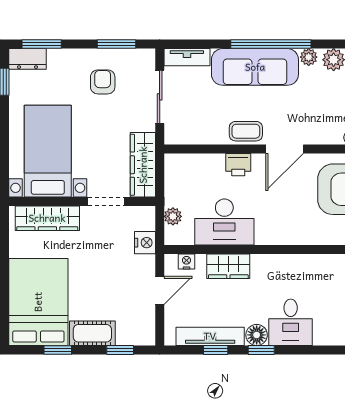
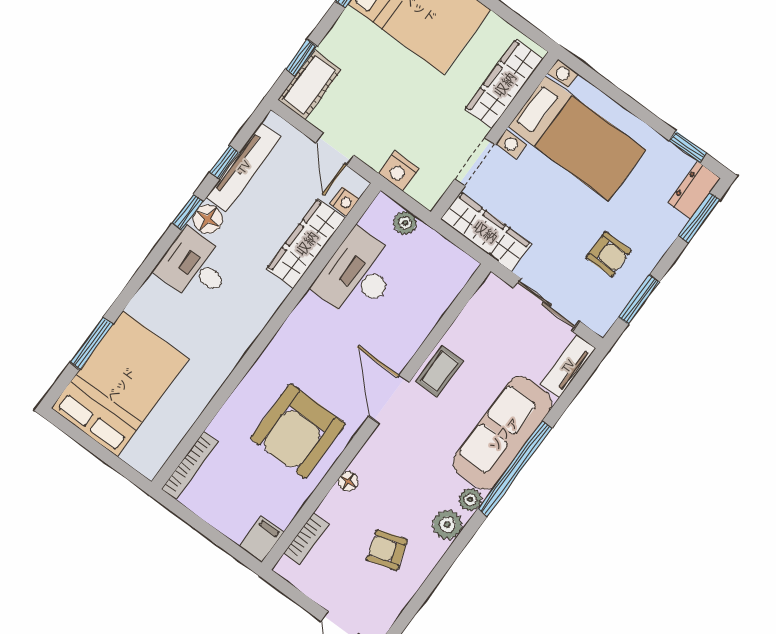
printer: (238, 165) -> (409, 336), removed
wardrobe: (228, 266) -> (306, 243), width x1.50
cot: (92, 333) -> (310, 85), moved

